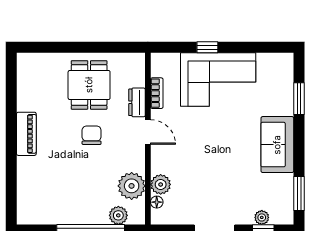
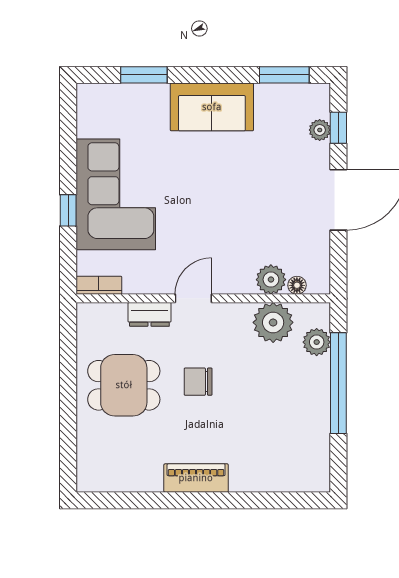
bookcase: (157, 93) -> (99, 285), moved

